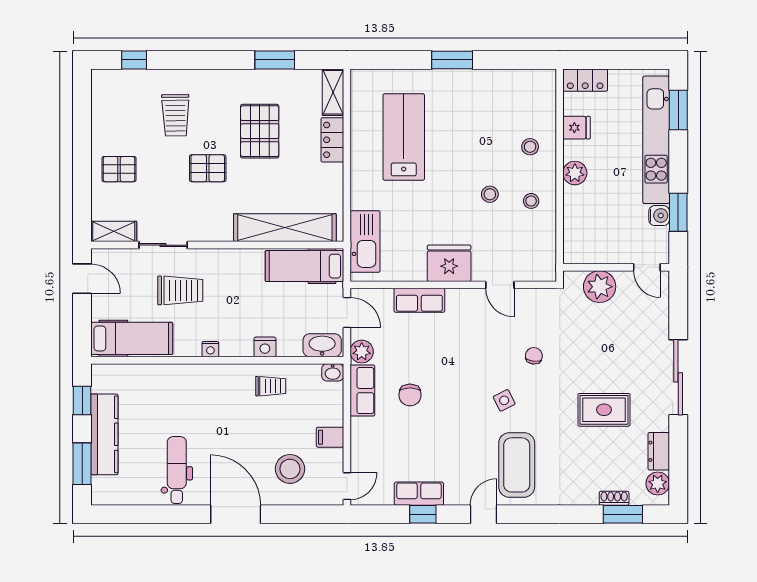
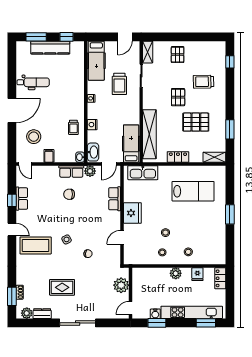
locker: (332, 140) -> (178, 157), moved
rug: (604, 410) -> (62, 287), turned 90

